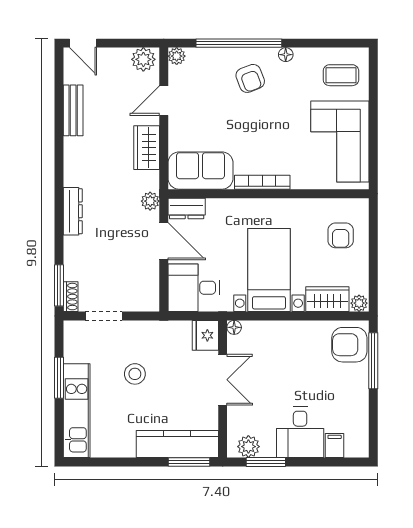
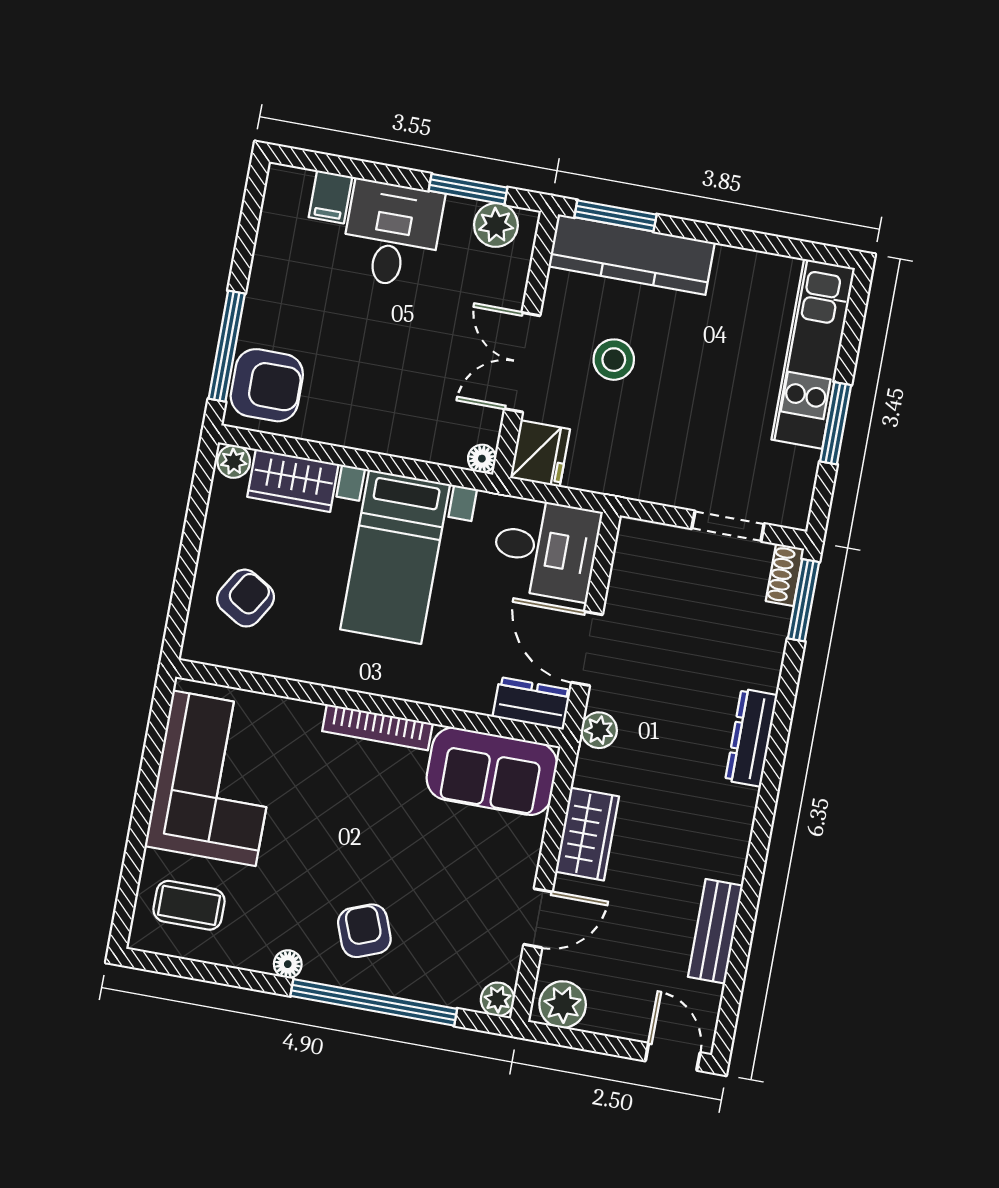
armchair: (341, 235) -> (245, 598), turned 31
stool: (135, 374) -> (614, 360), moved

